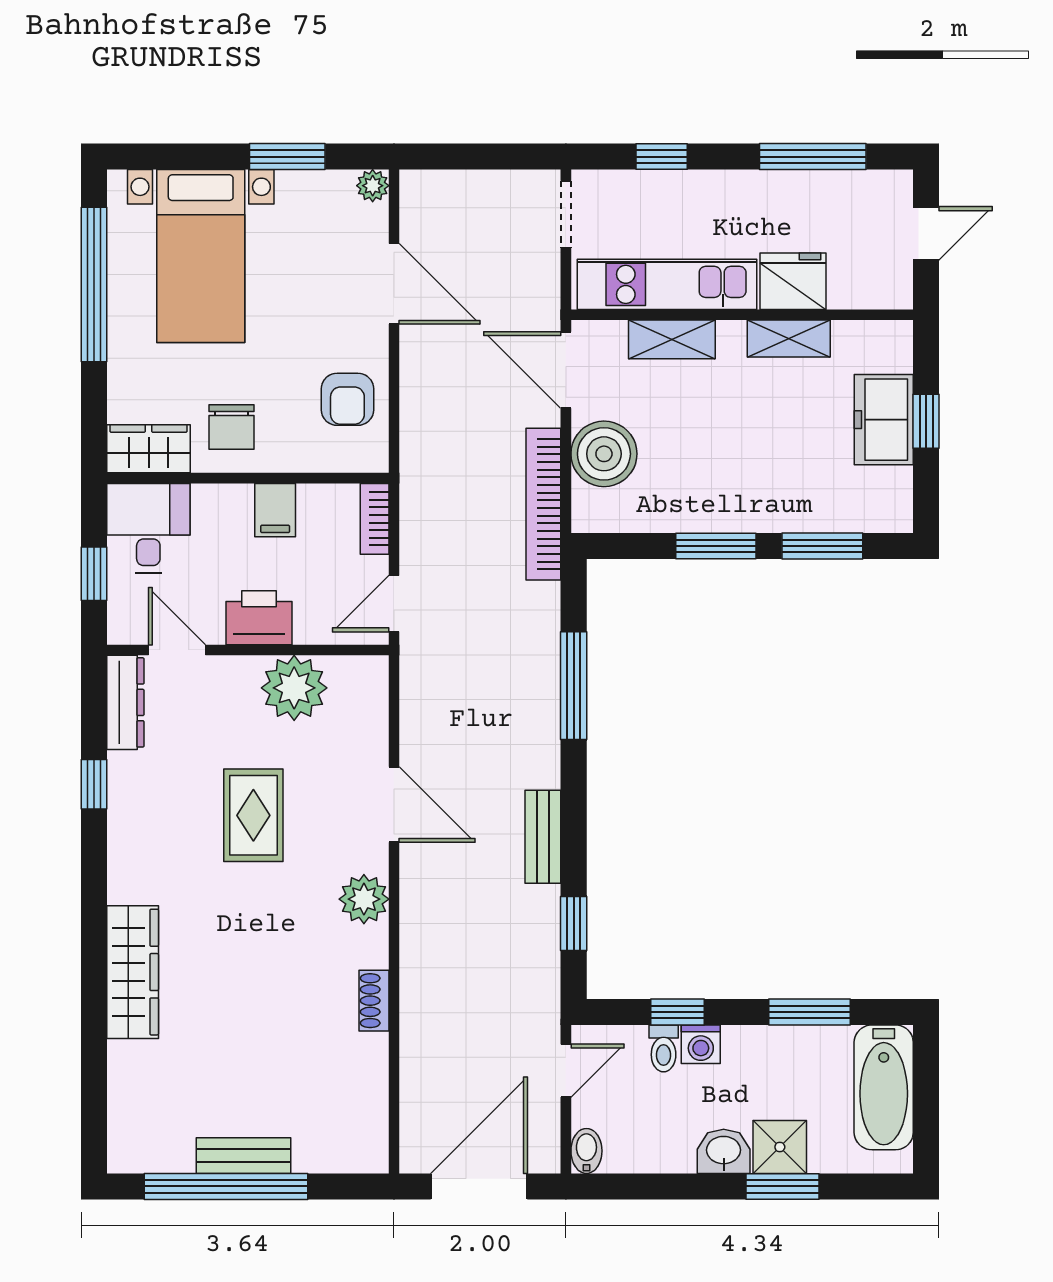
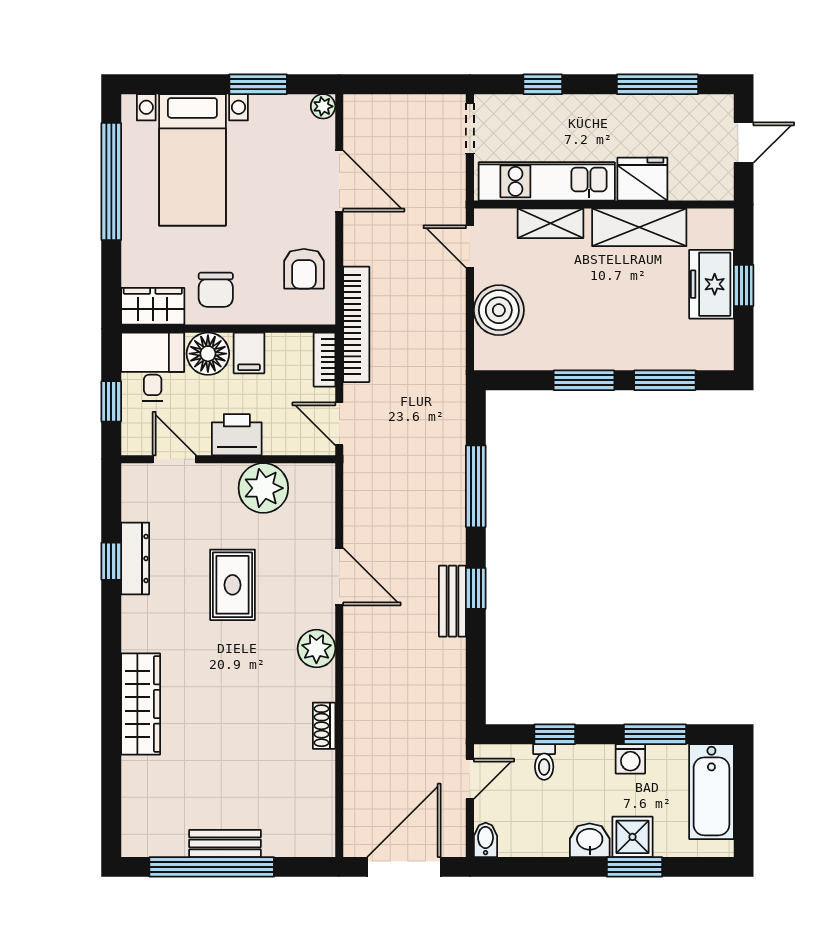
shelving: (789, 339) -> (639, 227), width x1.50, depth x1.33
door: (566, 370) -> (470, 247), width x0.73
bookcase: (543, 504) -> (356, 324), moved, turned 180
floor lamp: (221, 511) -> (208, 354), added
door: (394, 604) -> (339, 424), hinge flipped
dresser: (125, 702) -> (135, 558), moved
window: (574, 924) -> (476, 588), moved
washing machine: (701, 1044) -> (630, 759), moved

